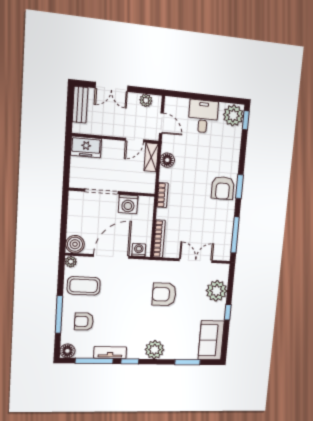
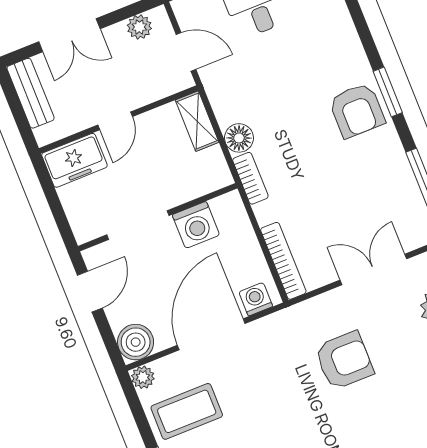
door: (135, 140) -> (115, 121), moved
floor lamp: (167, 160) -> (239, 138), moved
door: (64, 211) -> (90, 292), added
armchair: (164, 294) -> (344, 361), turned 180

